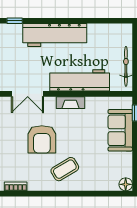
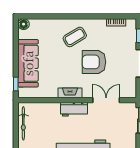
workbench: (80, 80) -> (74, 109), width x0.53, depth x0.76
sofa: (120, 130) -> (28, 63), width x1.36
armchair: (42, 139) -> (94, 62), turned -90

